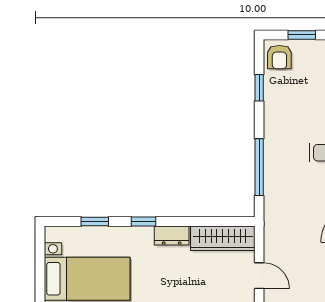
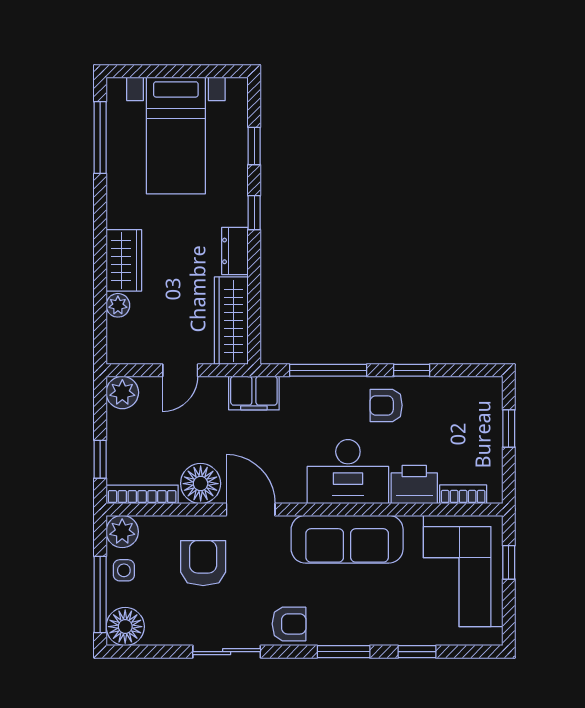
armchair: (279, 57) -> (386, 405), moved
window: (259, 88) -> (412, 370), moved
filing cabinet: (276, 222) -> (254, 393), added

